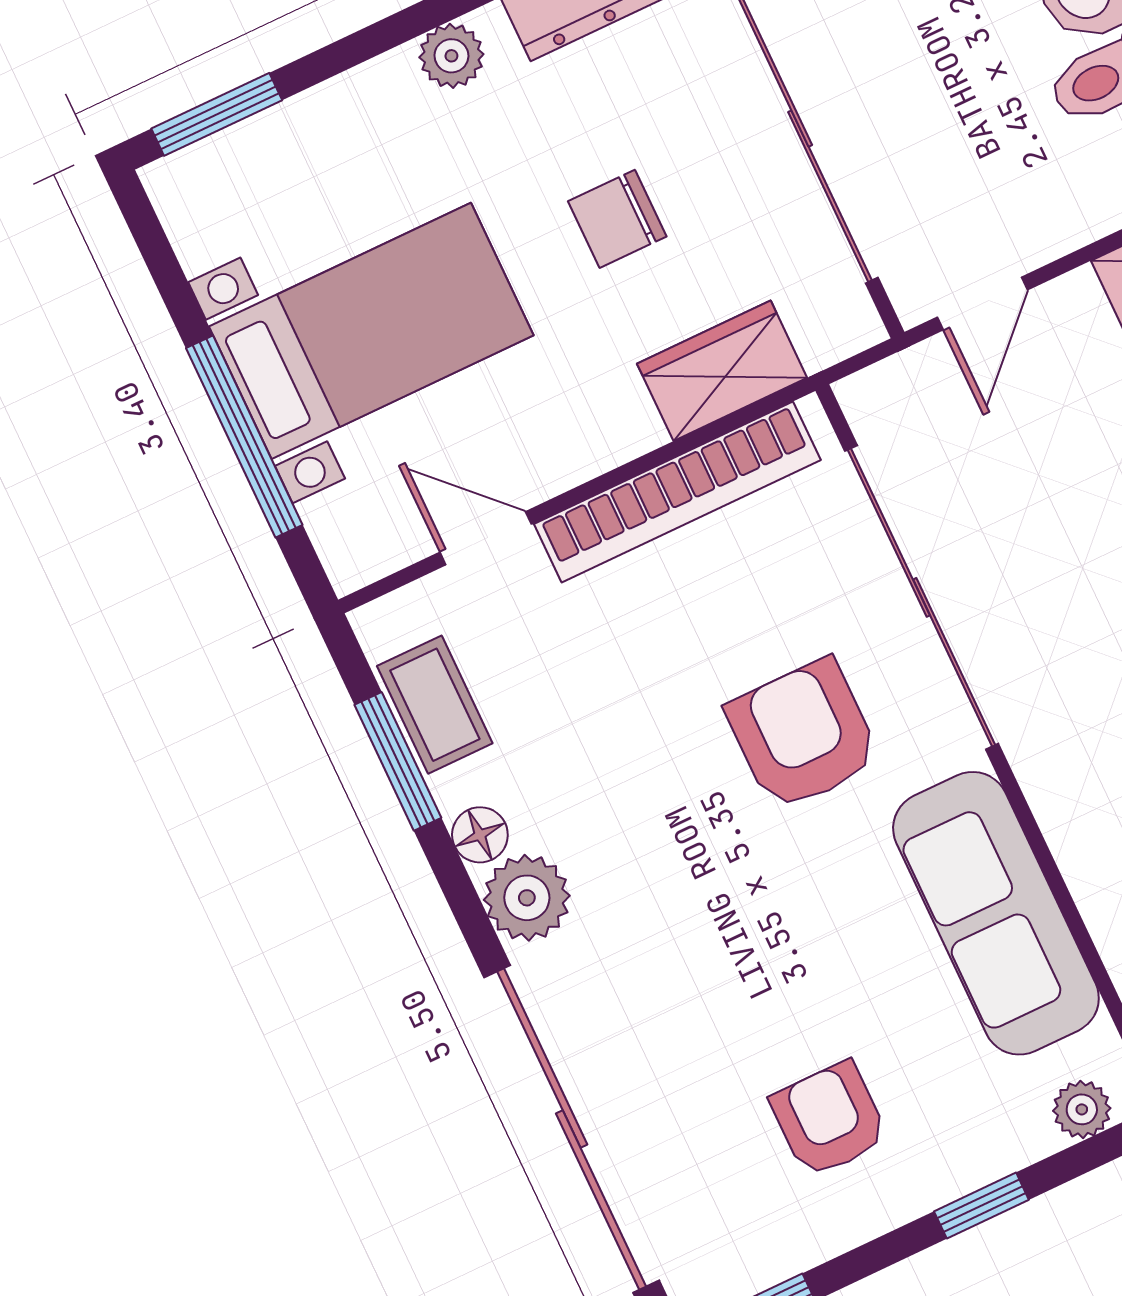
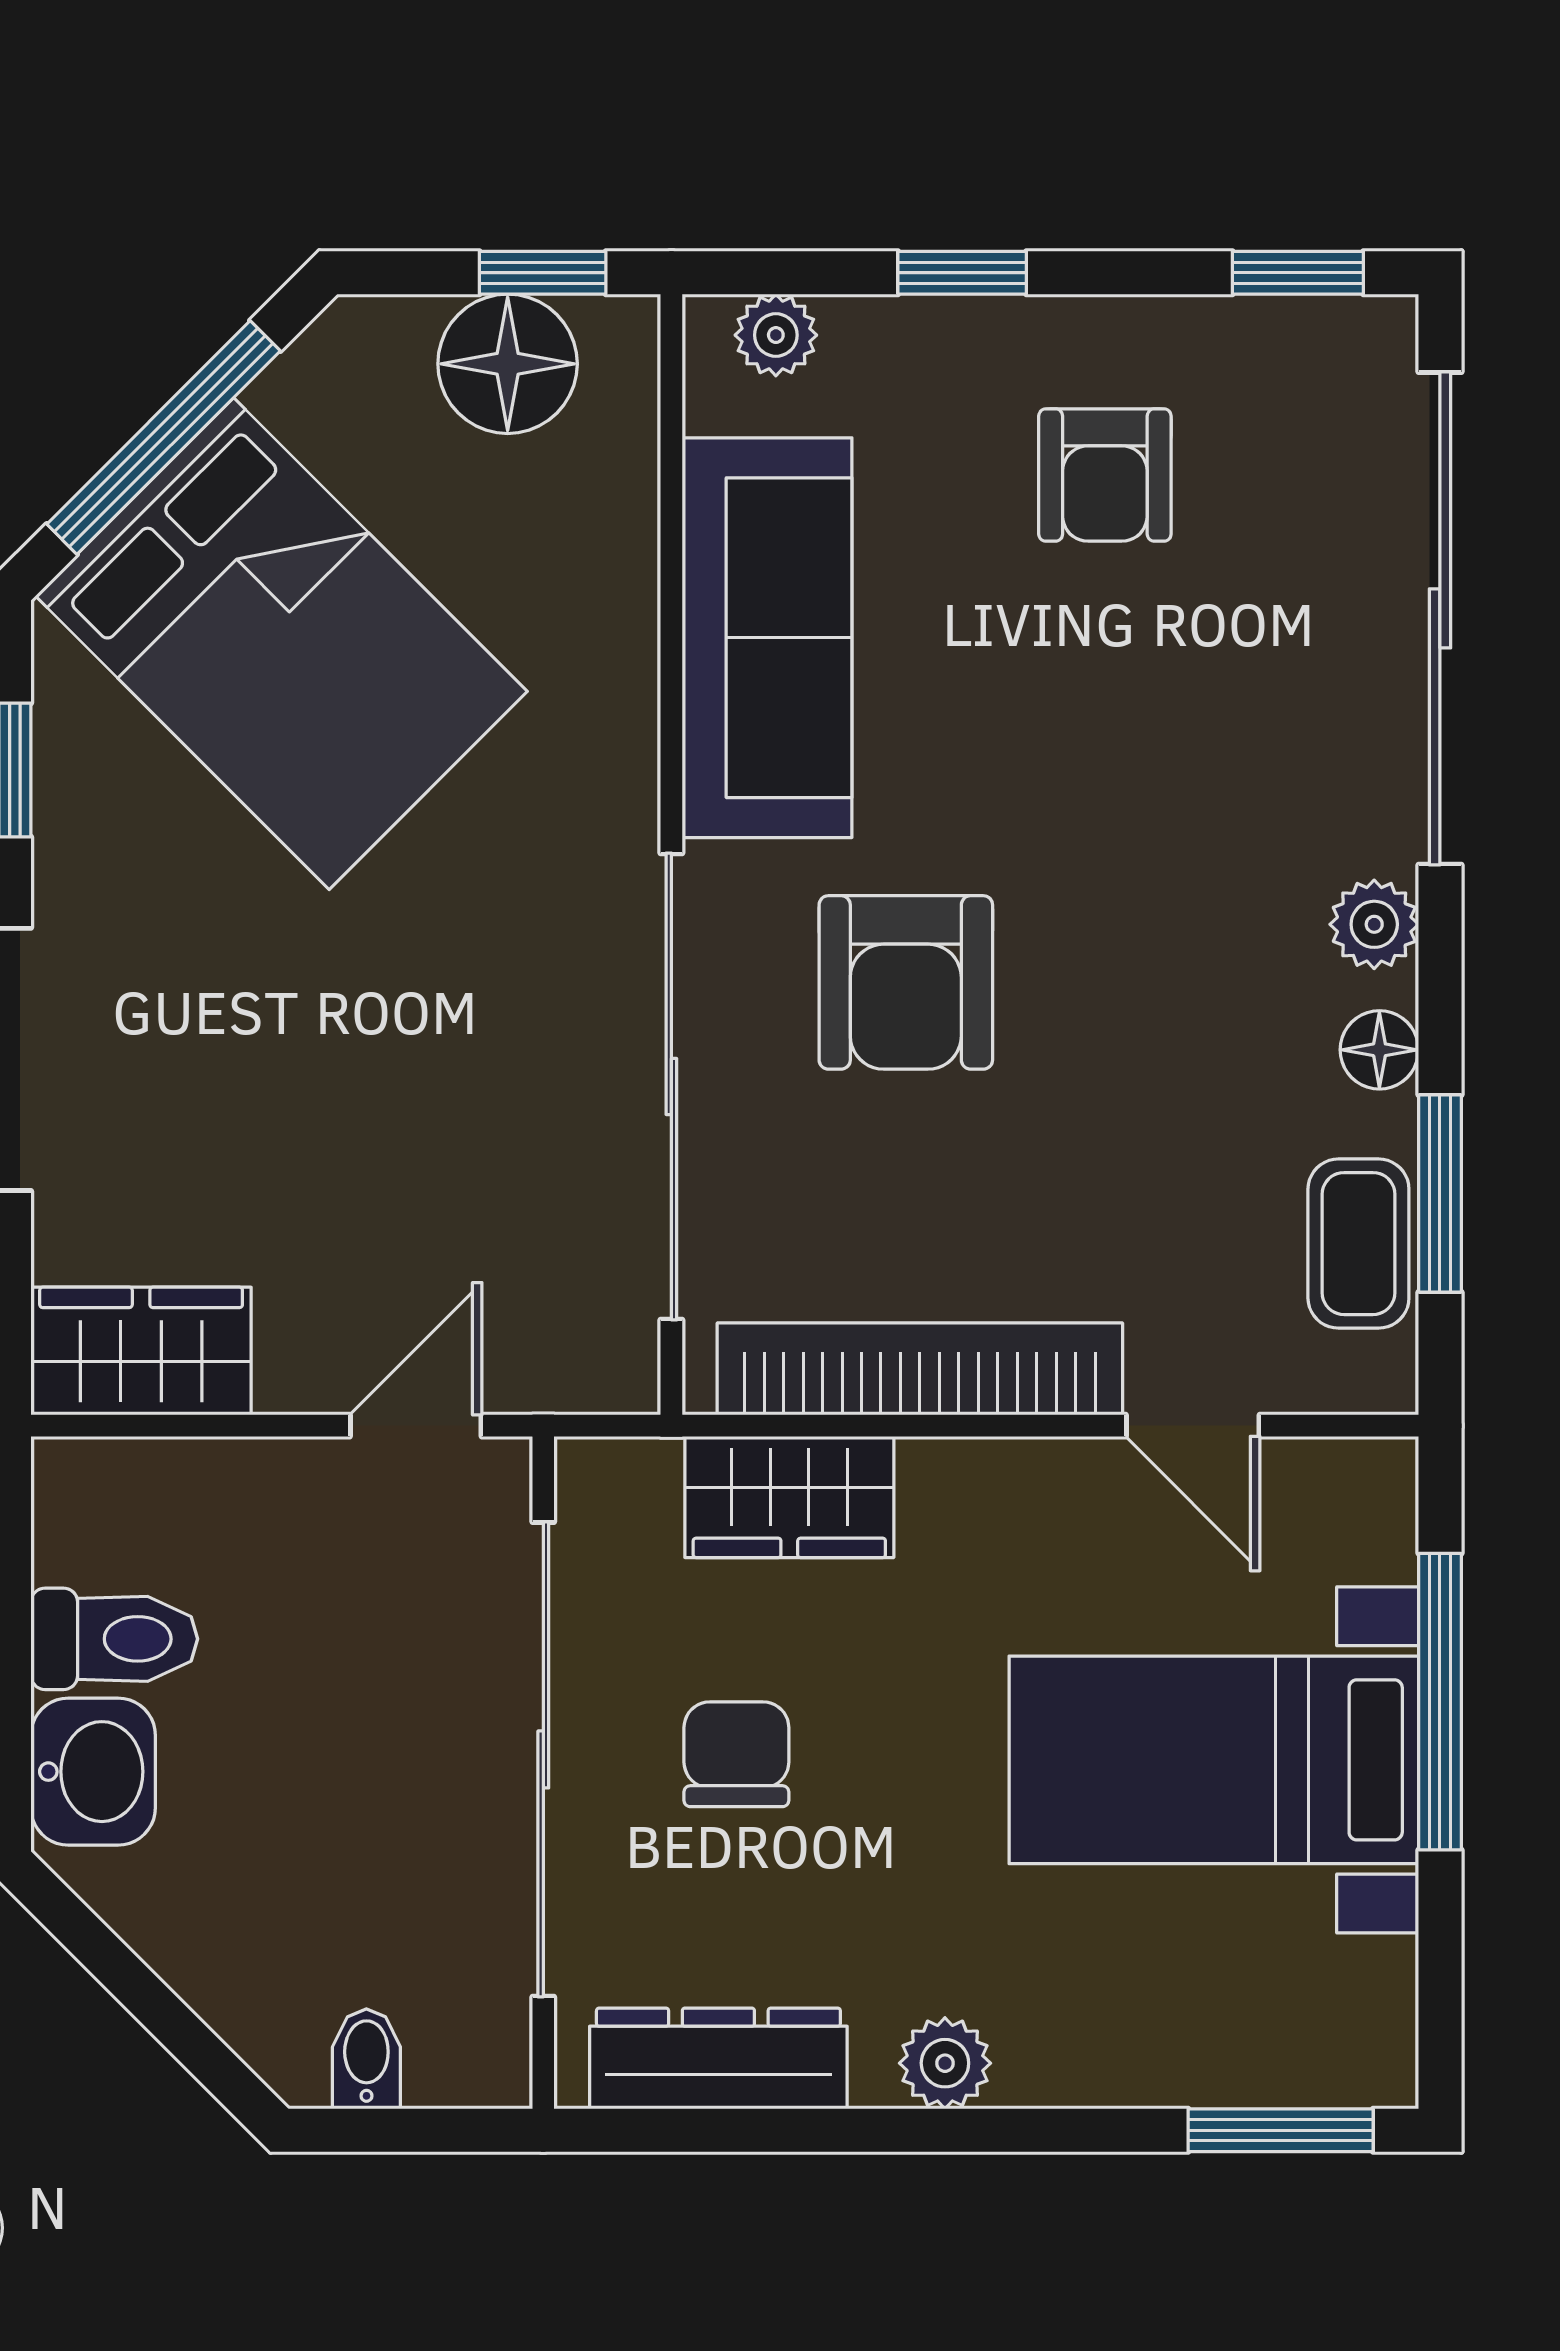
chair: (617, 219) -> (736, 1754), moved, turned -90
plant: (527, 898) -> (1374, 924), width x0.73, depth x0.73

